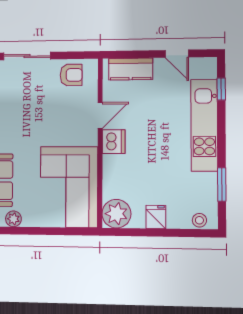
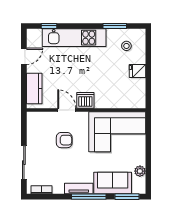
armchair: (71, 75) -> (64, 140), moved, turned 90
plant: (116, 214) -> (136, 98), removed
stool: (199, 220) -> (126, 46), moved

